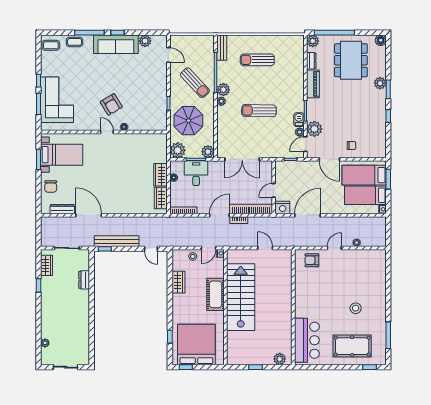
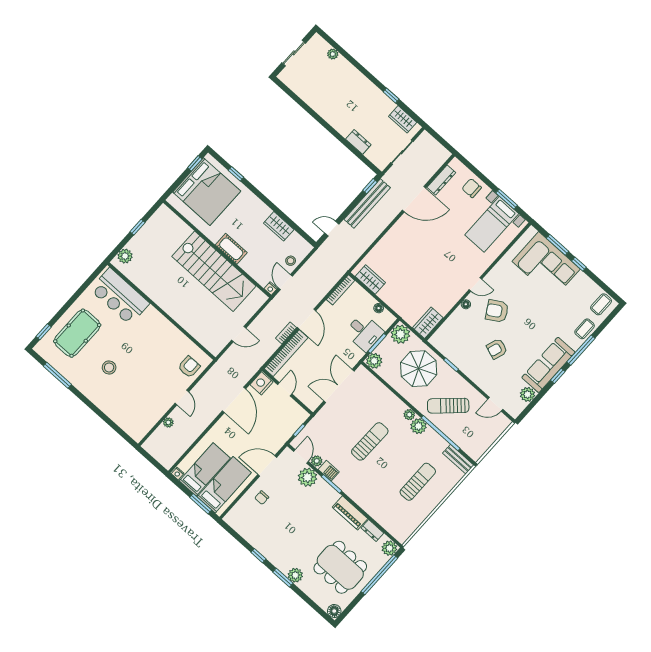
armchair: (134, 84) -> (497, 349), added
wardrobe: (161, 175) -> (428, 323), moved, turned -90
cot: (215, 294) -> (231, 249), width x0.73, depth x0.75

